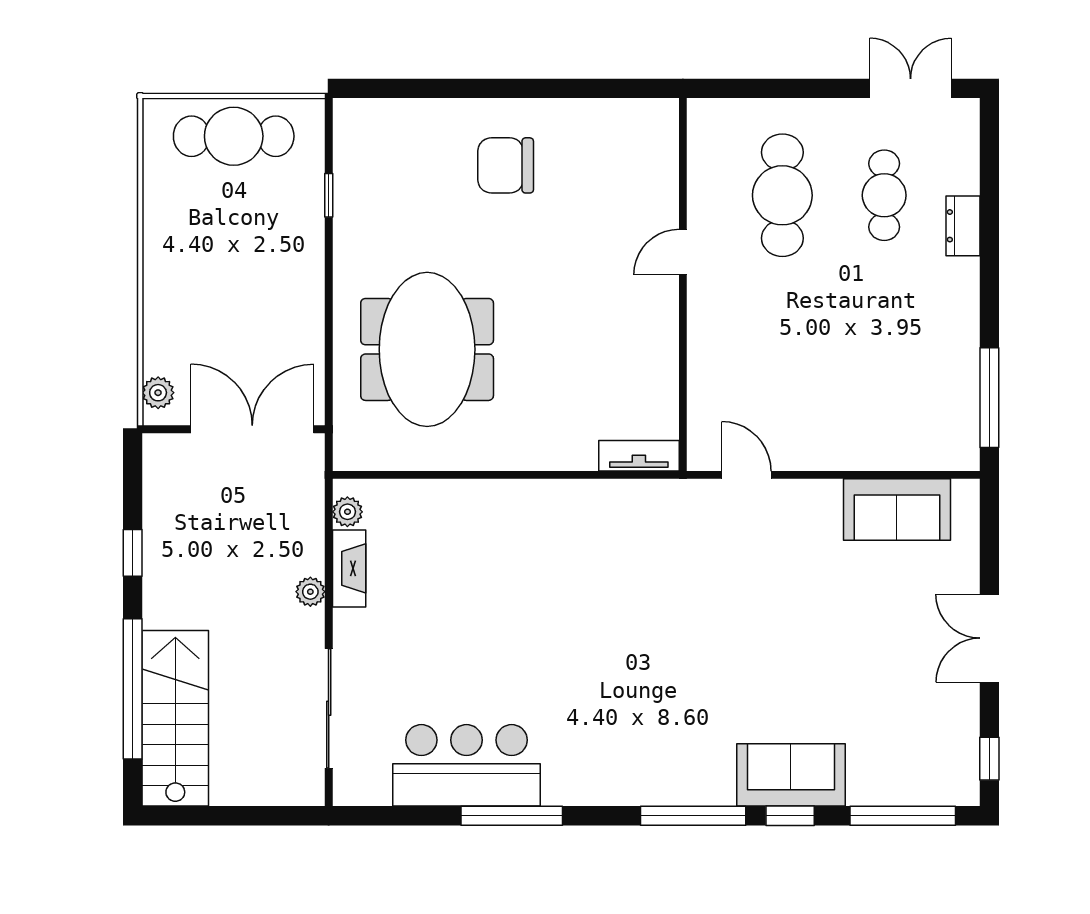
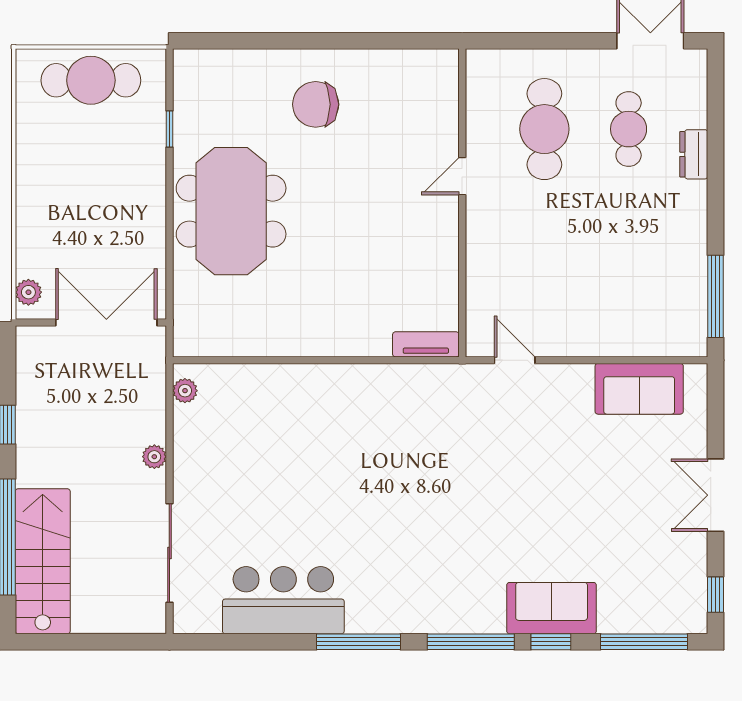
meeting table: (427, 349) -> (231, 211), moved
fireplace: (349, 568) -> (186, 437), removed
window: (512, 816) -> (359, 642), moved

